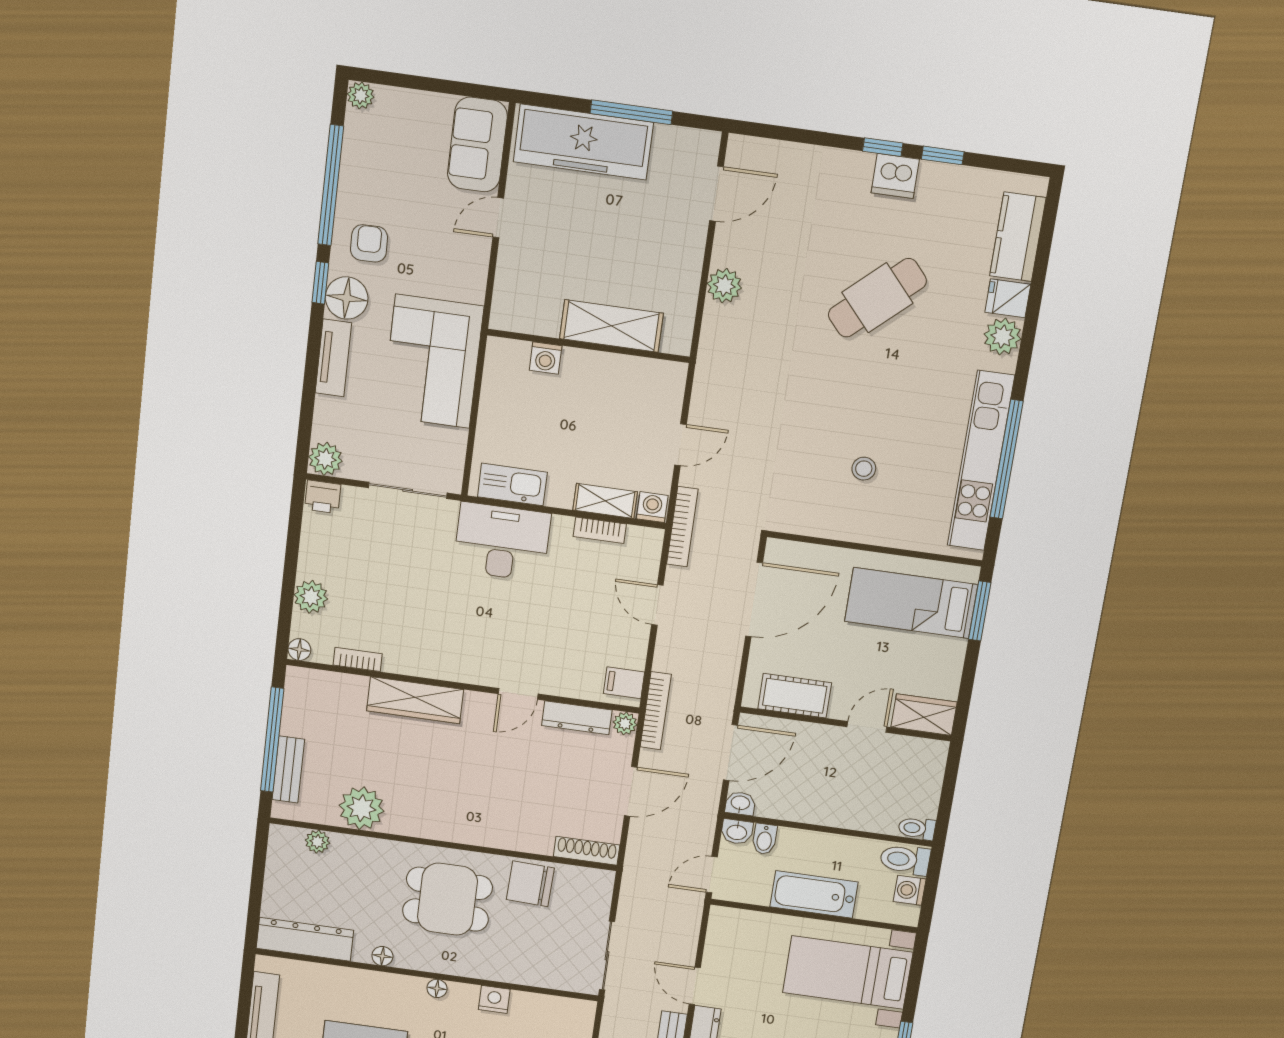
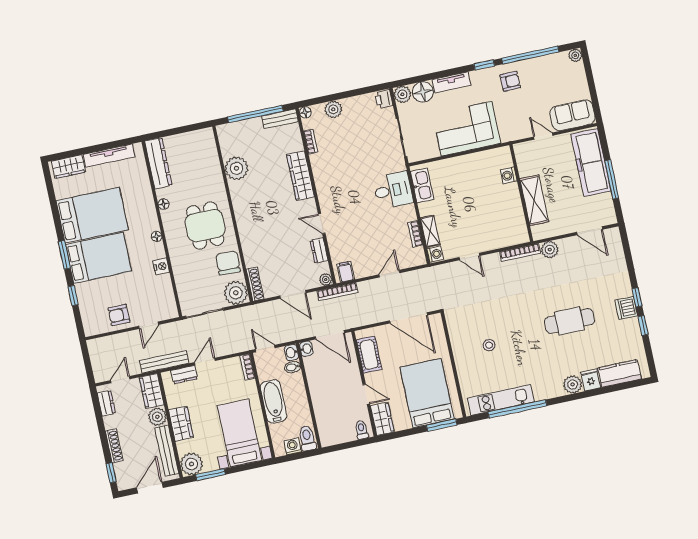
floor lamp: (347, 298) -> (423, 92), moved
cafe table: (877, 298) -> (569, 321), turned -48
shelving: (611, 326) -> (534, 200), moved
wall: (588, 346) -> (521, 193), moved
washing machine: (546, 358) -> (509, 175), moved
kitchen unit: (981, 461) -> (501, 400), width x0.73
bookcase: (682, 527) -> (520, 252), moved
desk: (502, 542) -> (393, 190), width x0.73
bed: (911, 603) -> (427, 393), width x1.50
dresser: (577, 718) -> (319, 250), width x0.70
bench: (288, 769) -> (280, 119), moved
toilet: (917, 828) -> (362, 430), moved
plant: (317, 842) -> (236, 293), moved, width x1.88, depth x1.88
bookcase: (733, 917) -> (247, 367), added

